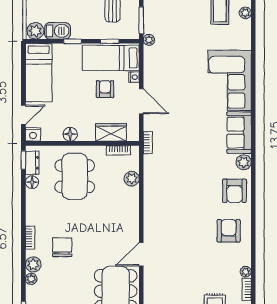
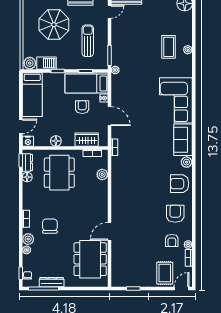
armchair: (235, 191) -> (180, 184), turned 90
armchair: (224, 266) -> (172, 241), added

